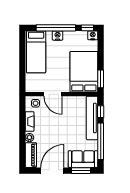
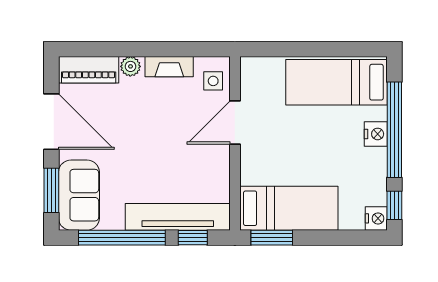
bed: (84, 72) -> (289, 208), width x0.67

